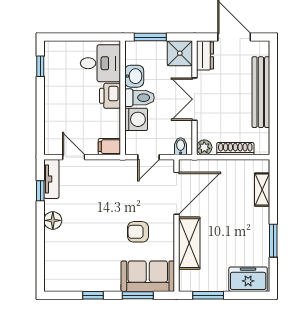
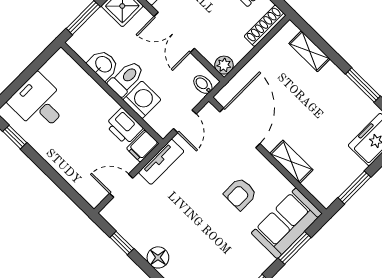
desk: (100, 63) -> (39, 103), moved, turned -90
printer: (110, 96) -> (124, 126), moved
shoe rack: (235, 149) -> (265, 26), moved
tv unit: (51, 179) -> (161, 162), moved, turned 90
shelving: (189, 243) -> (291, 162), width x0.67, depth x0.75

